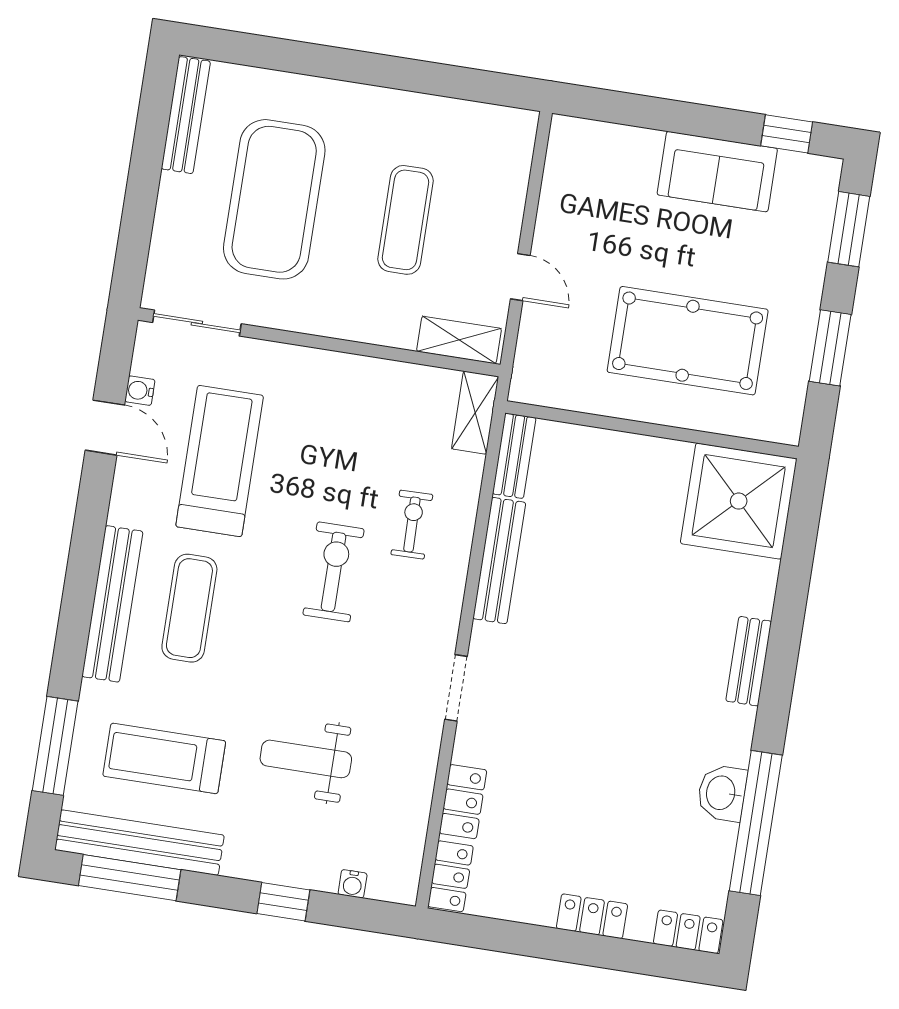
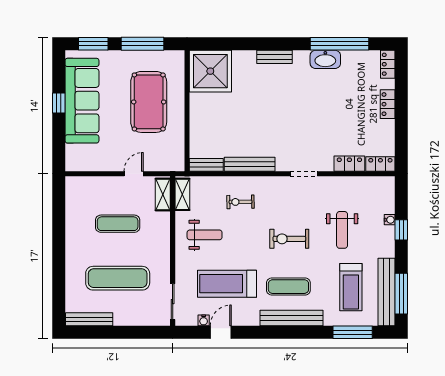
window: (787, 134) -> (59, 103), moved
sofa: (717, 172) -> (82, 101), width x1.85, depth x1.27
exercise mat: (274, 199) -> (118, 278), width x0.68
window: (830, 348) -> (143, 44), width x1.44
shelving: (475, 413) -> (182, 194), moved, turned 90
weight bench: (346, 425) -> (205, 235), added
exercise bike: (334, 572) -> (289, 239), moved
washbasin: (722, 793) -> (325, 59), width x1.38
water cooler: (353, 884) -> (390, 220), moved

